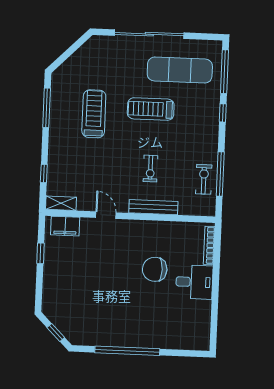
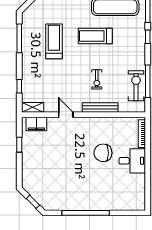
exercise bike: (204, 179) -> (136, 86), width x1.38, depth x1.39

